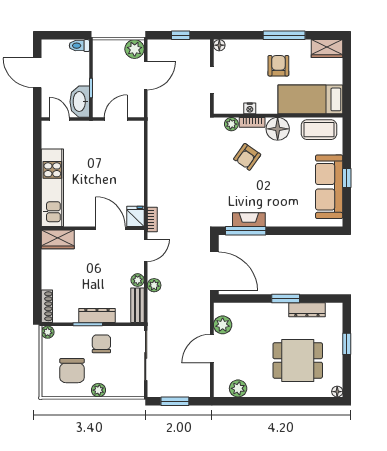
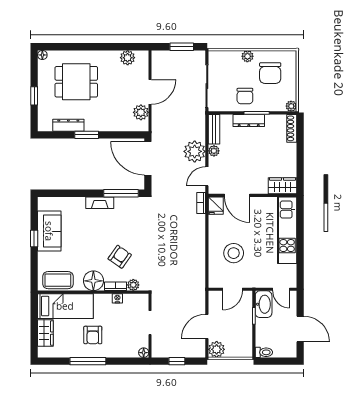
wardrobe: (327, 49) -> (45, 333), moved, turned 90
stool: (115, 161) -> (234, 253), added
sofa: (329, 187) -> (49, 231), width x0.73
fireplace: (249, 220) -> (100, 203), moved
plant: (154, 285) -> (195, 151), width x1.88, depth x1.88
chair: (72, 371) -> (270, 73), turned 180

